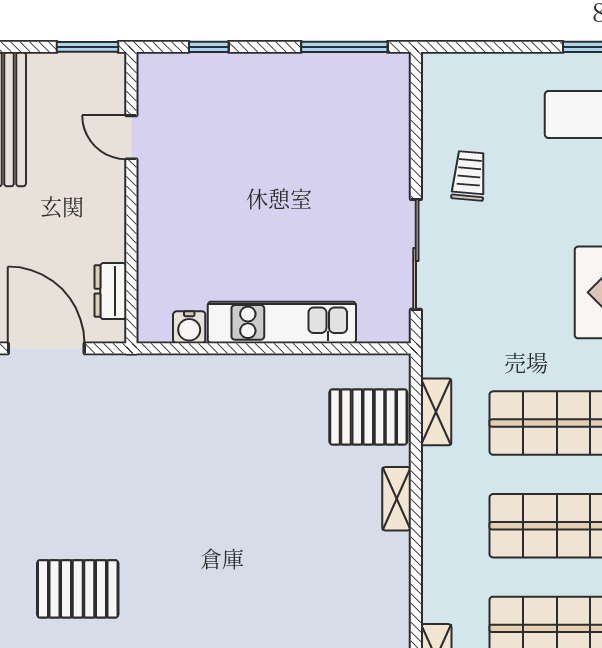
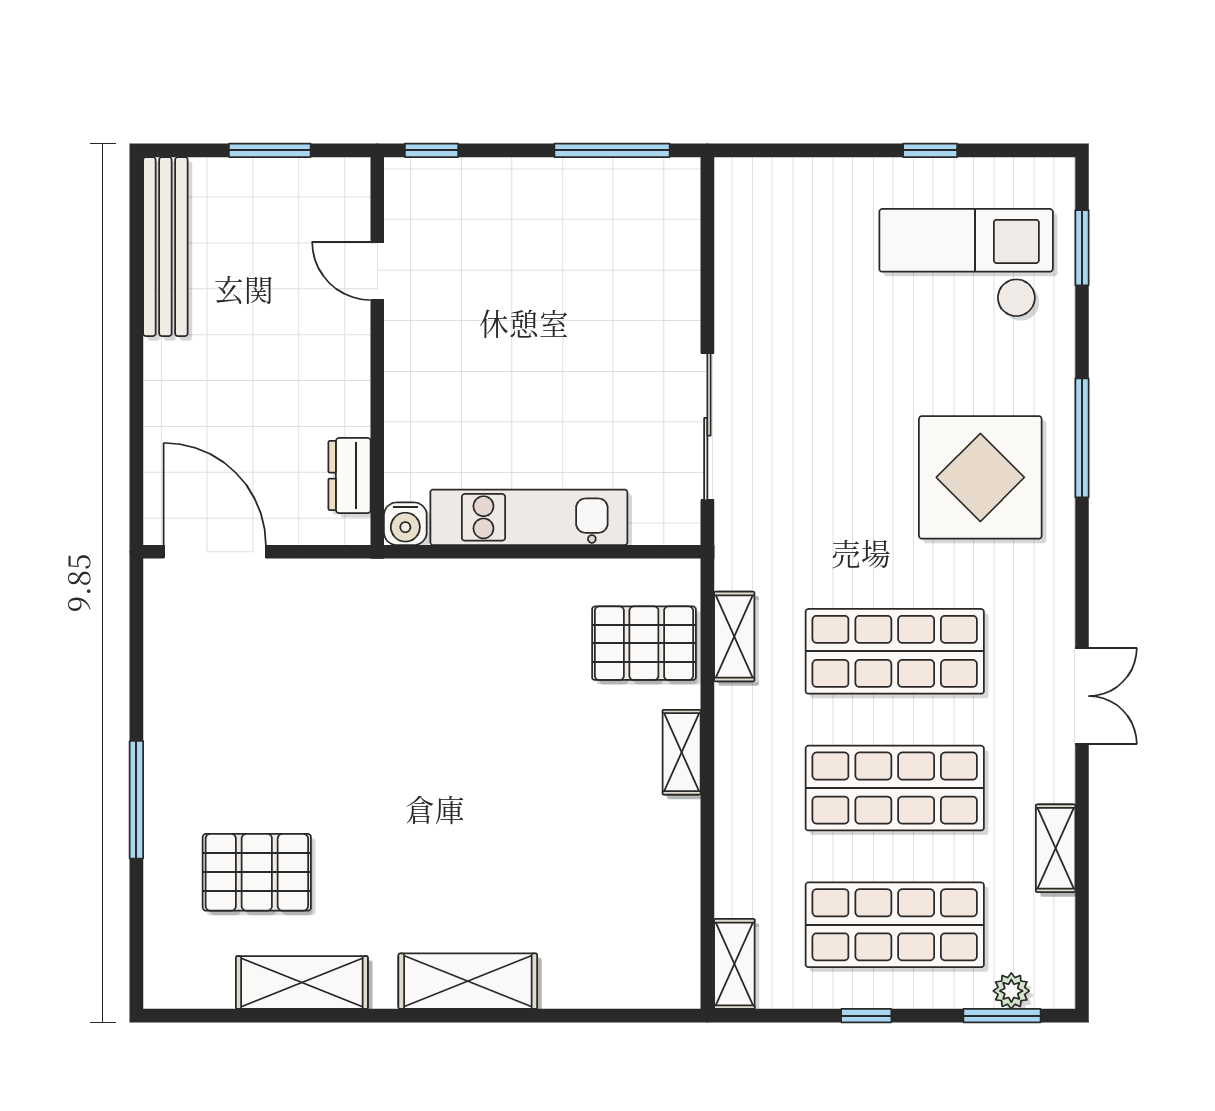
door: (131, 137) -> (377, 271), moved
trolley: (469, 176) -> (778, 322), removed
wall: (131, 198) -> (377, 351), moved
dresser: (110, 291) -> (349, 476), moved

